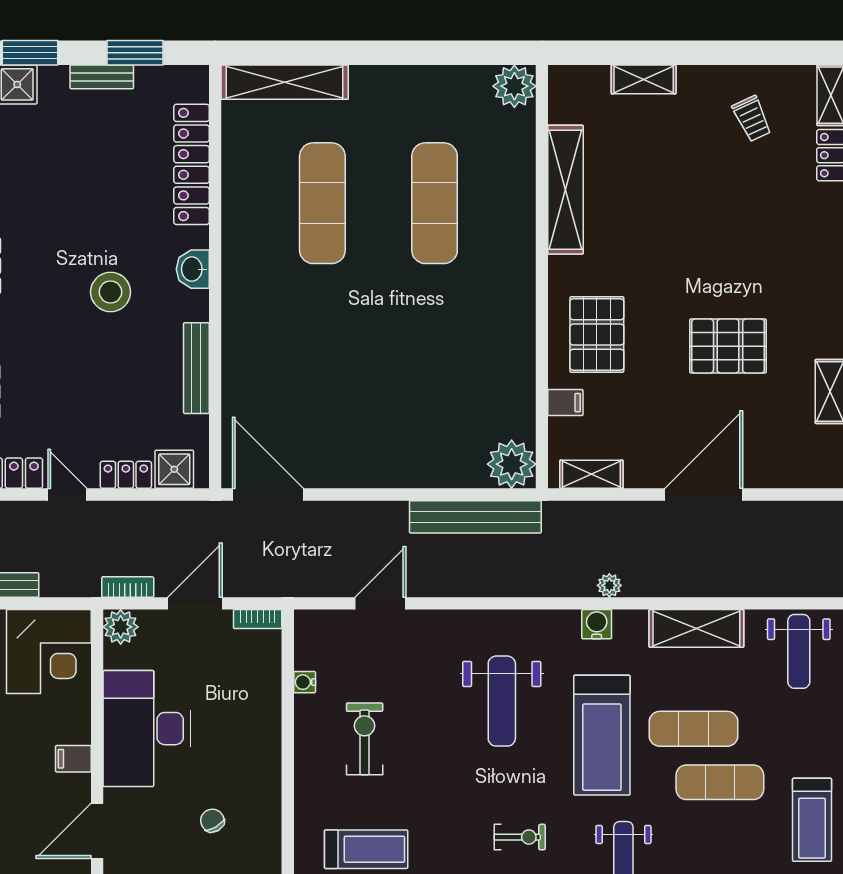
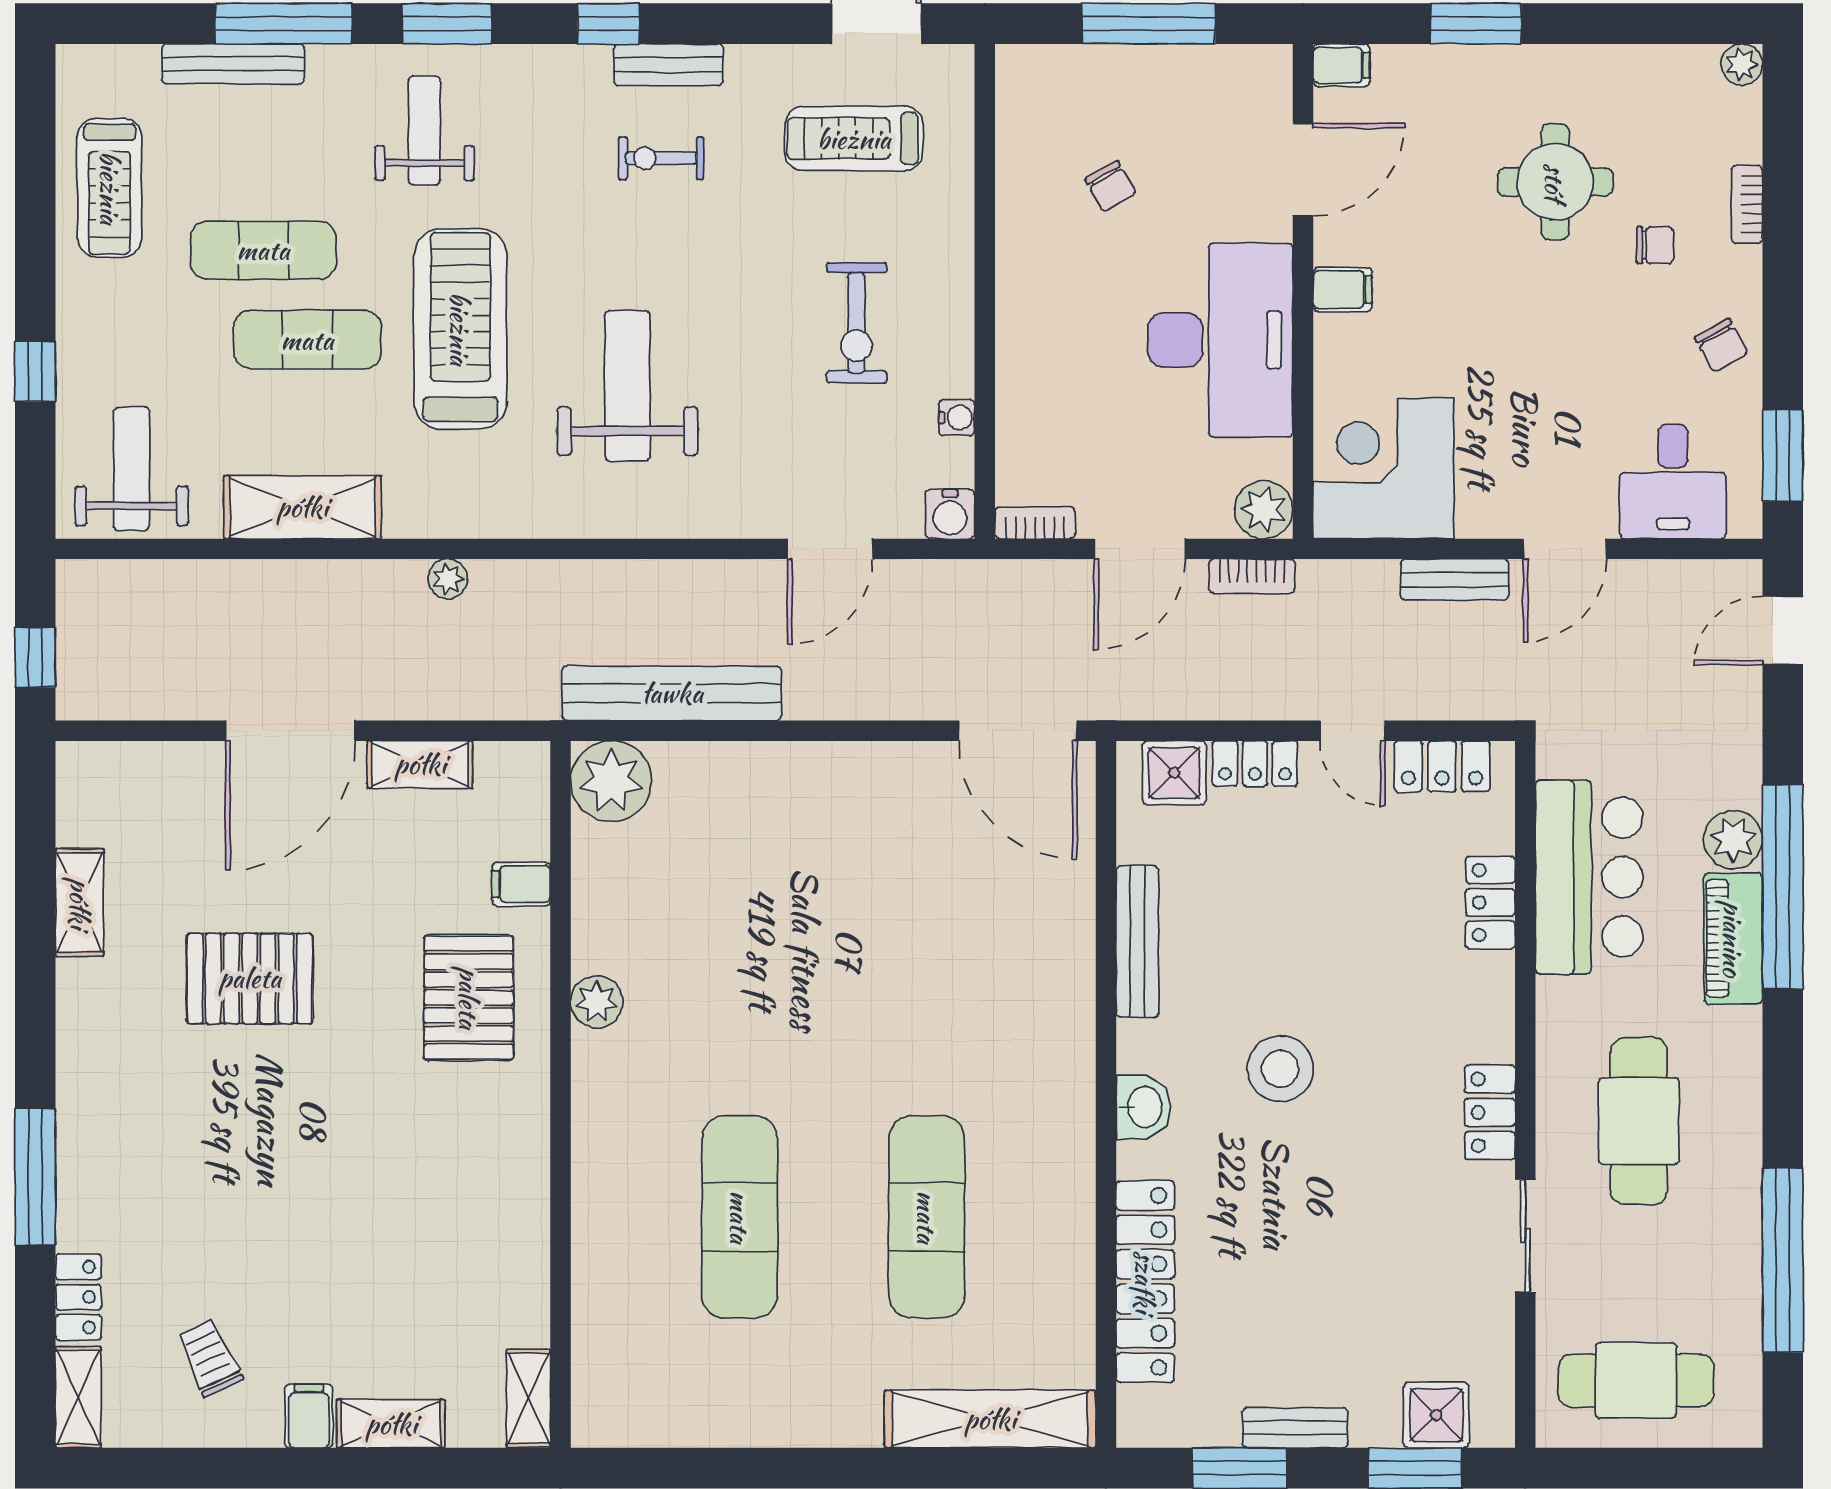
filing cabinet: (693, 84) -> (309, 1416), added
plant: (514, 86) -> (597, 1002), moved, width x0.73, depth x0.73
shelving: (566, 190) -> (528, 1398), moved, width x0.45, depth x0.75
shelving: (591, 474) -> (420, 764), moved
water cooler: (597, 624) -> (950, 514), moved
treadmill: (812, 820) -> (110, 188), turned 180
exercise bike: (520, 837) -> (661, 158), moved

